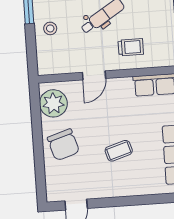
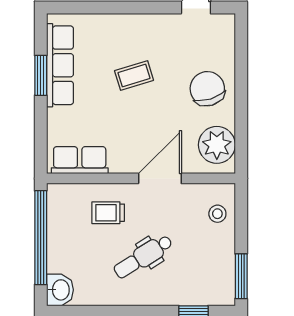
stool: (50, 28) -> (217, 214), moved
door: (94, 75) -> (160, 178), width x1.38

